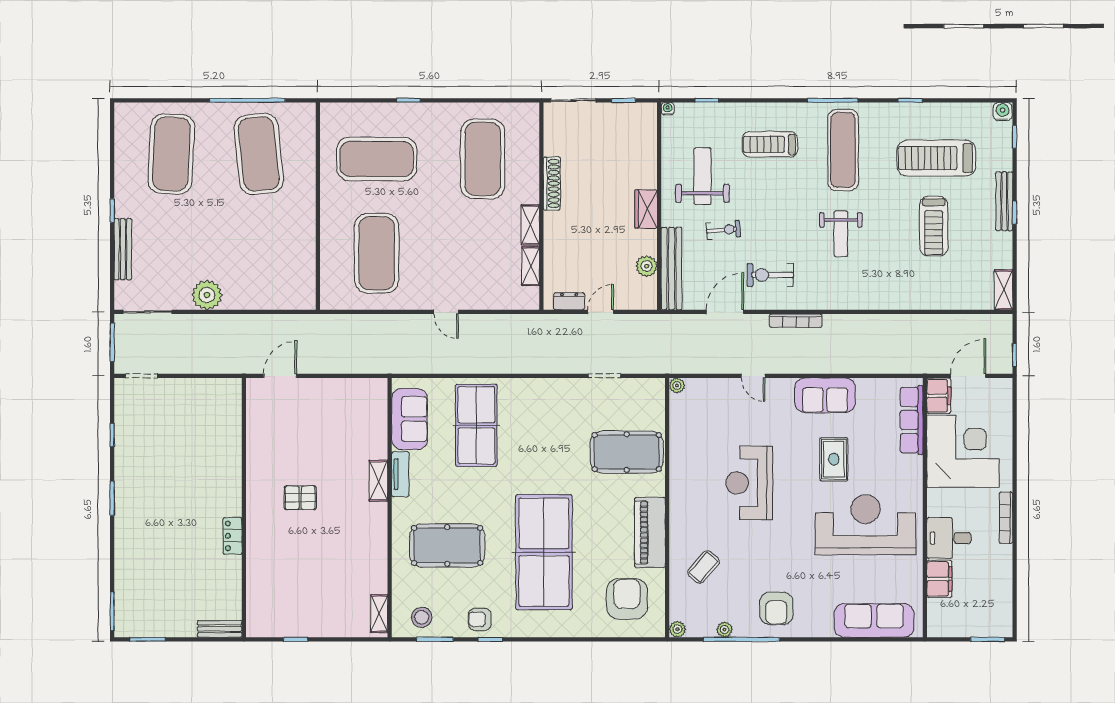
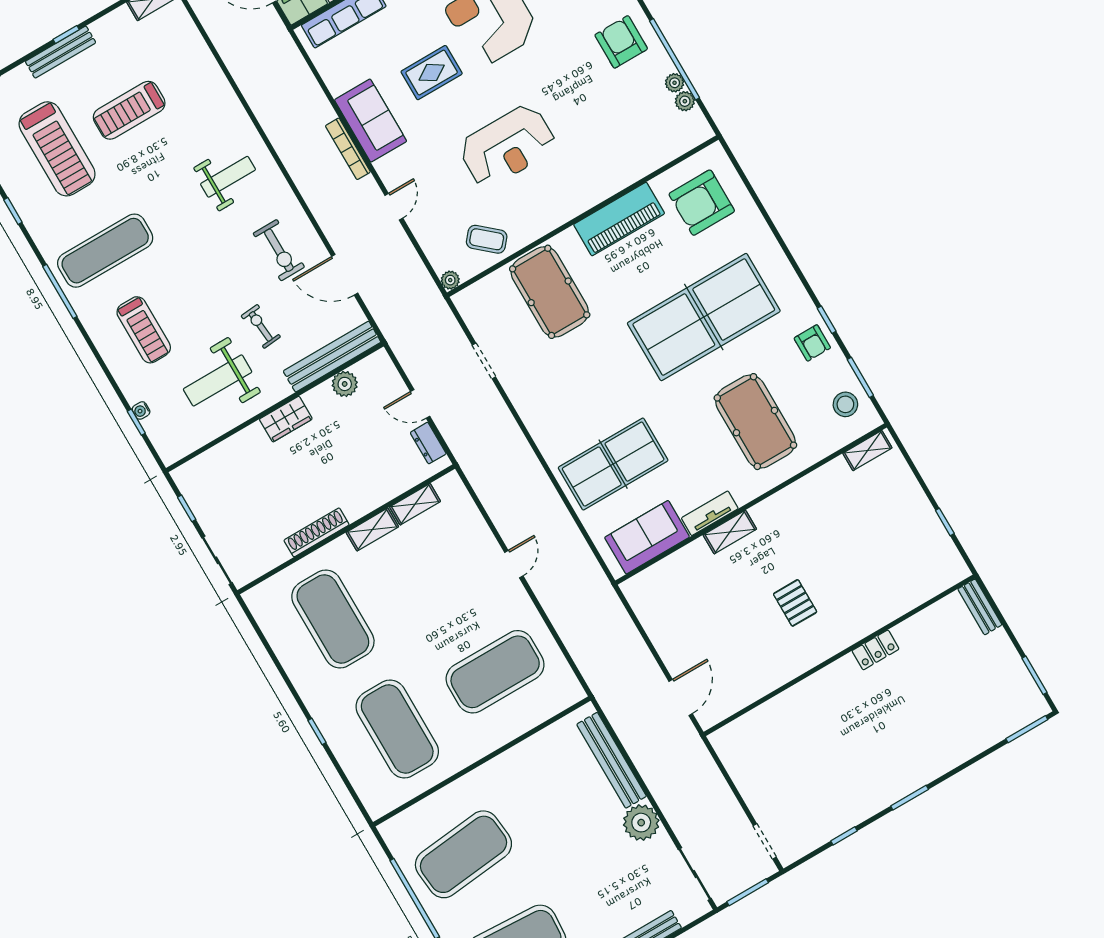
water cooler: (668, 109) -> (141, 410), moved
exercise mat: (483, 159) -> (333, 619), turned 90
treadmill: (934, 226) -> (129, 110), turned 180
weight bench: (841, 234) -> (228, 177), moved
bench: (264, 300) -> (612, 760), added
bookcase: (796, 321) -> (348, 149), moved, turned 180
door: (280, 376) -> (681, 698), swing flipped
coffee table: (703, 567) -> (487, 239), moved
armchair: (776, 608) -> (621, 42), turned -90
plant: (677, 629) -> (685, 101), moved

